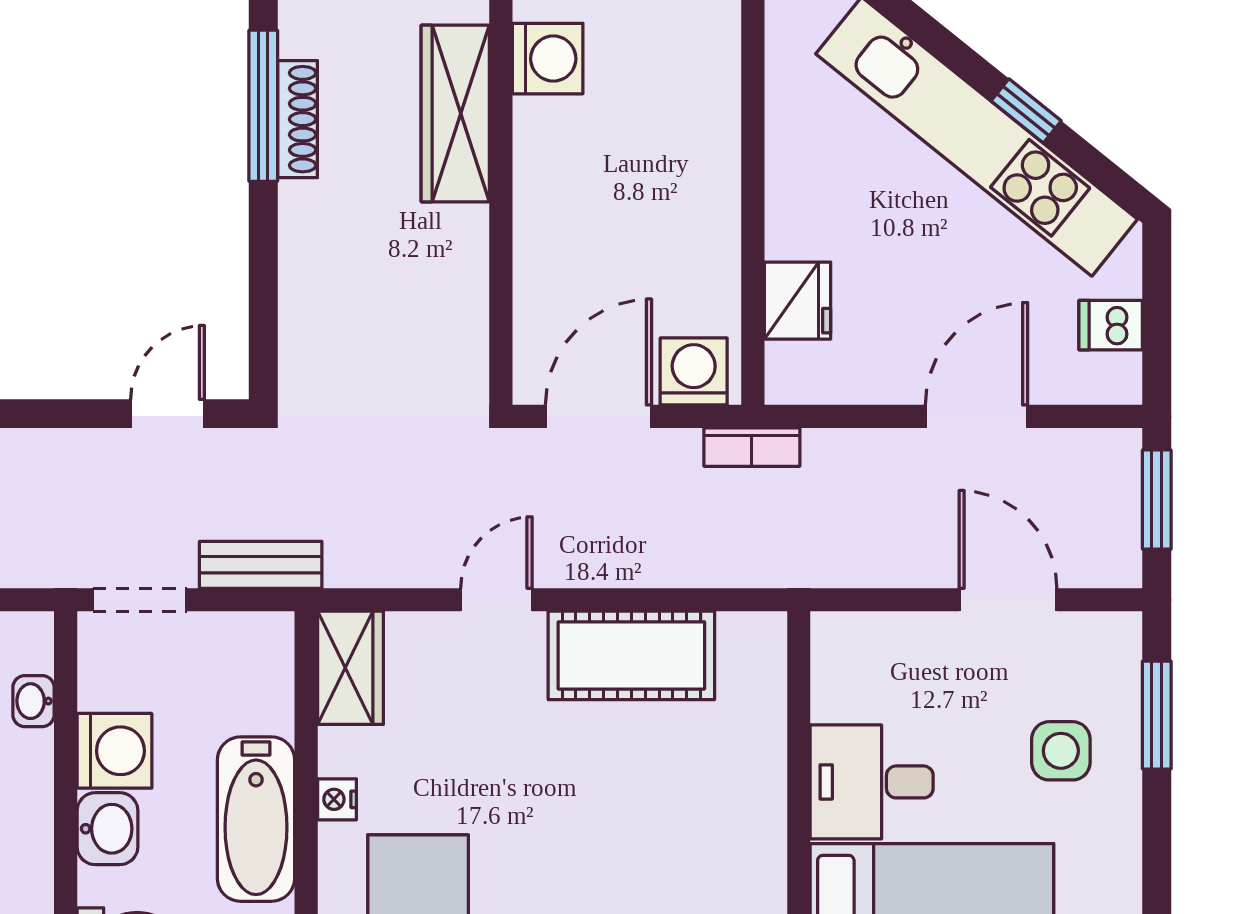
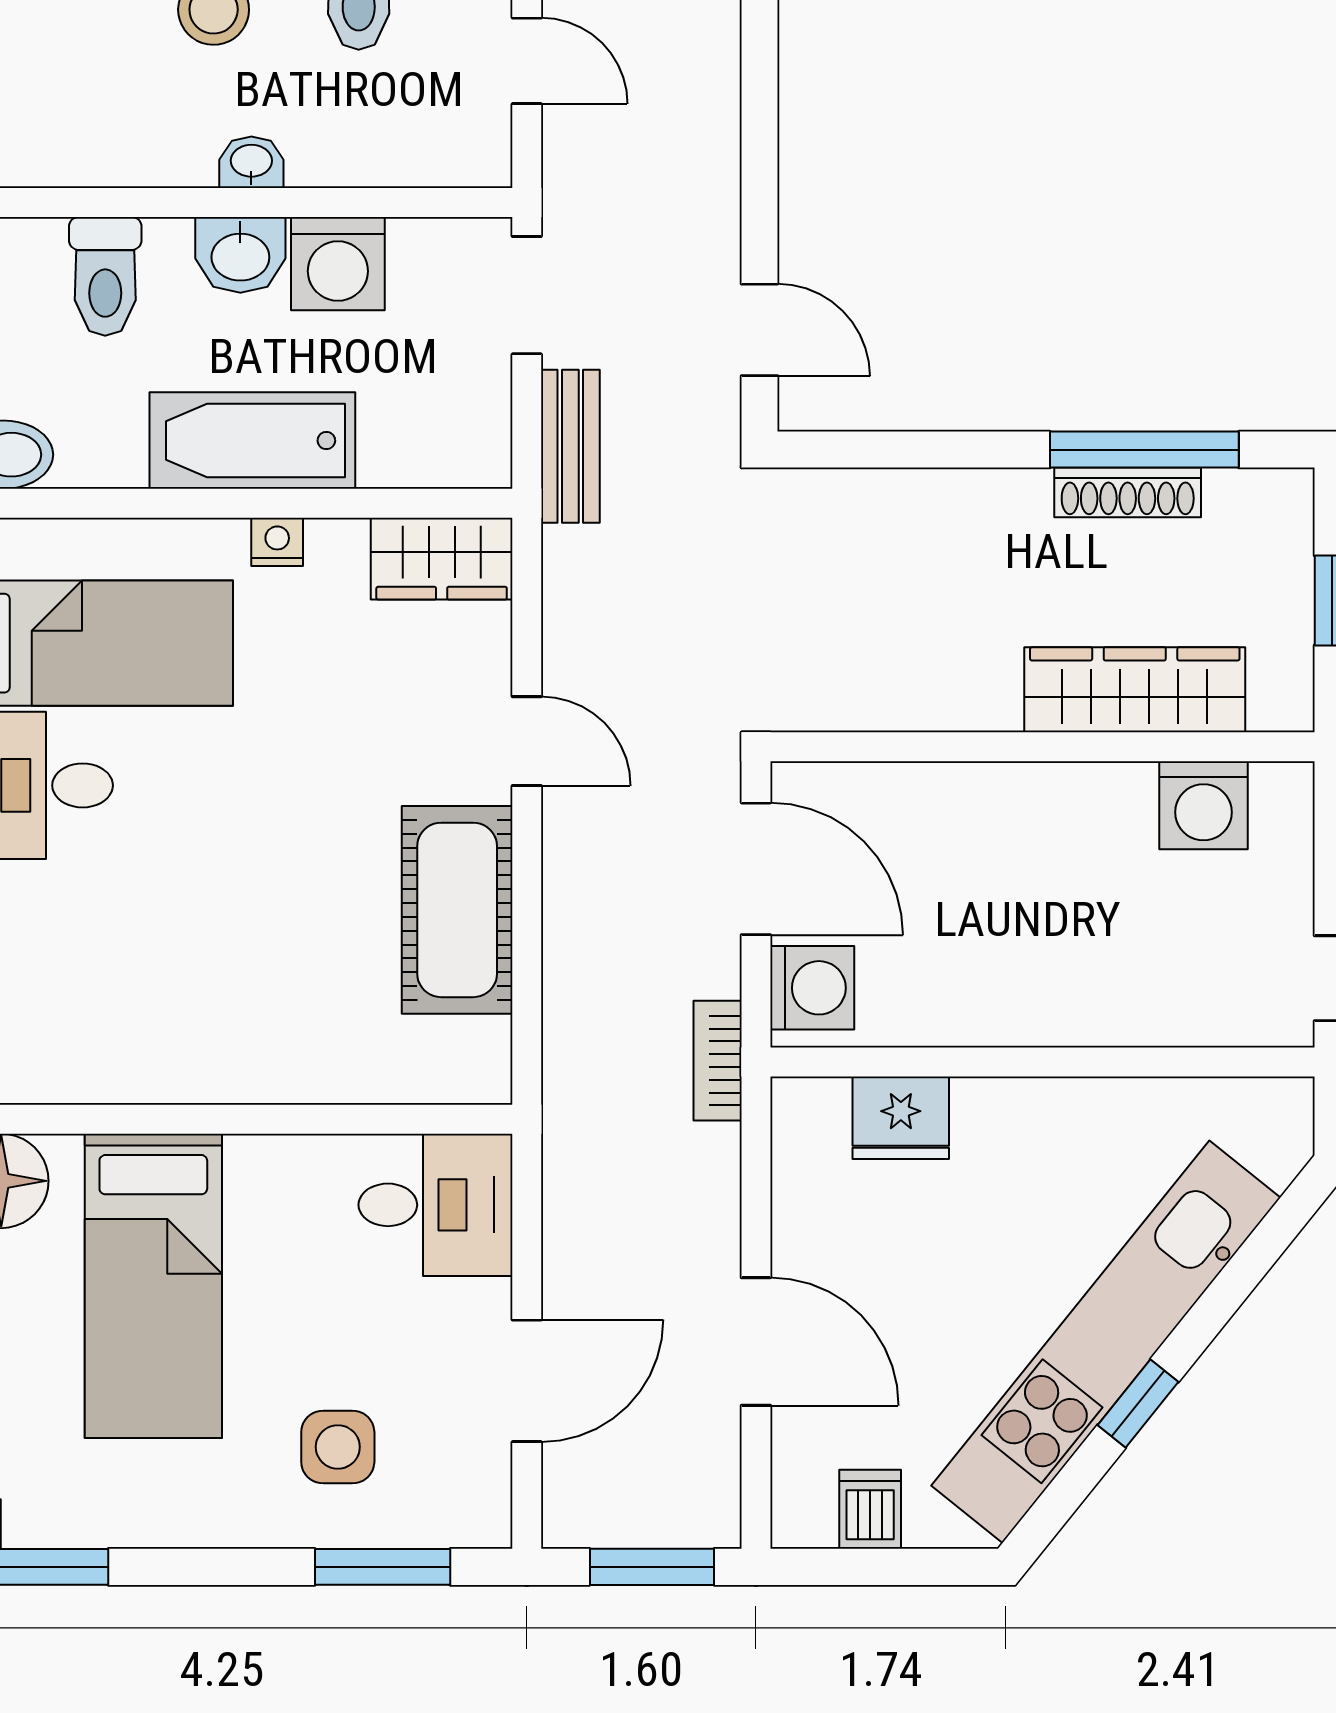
washbasin: (33, 701) -> (251, 162), moved
desk: (872, 782) -> (436, 1205), moved, turned 90

